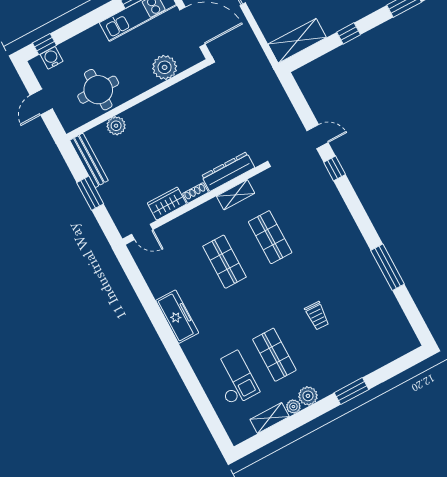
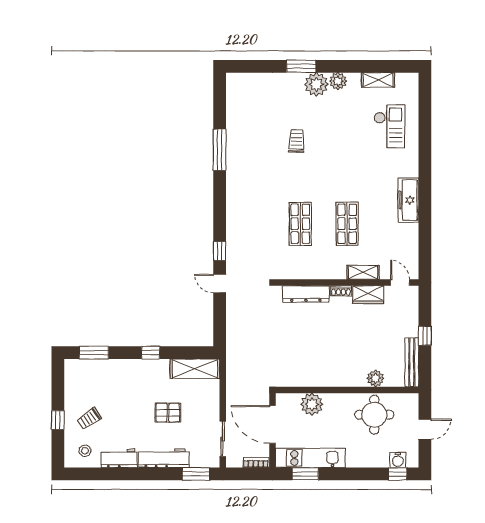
window: (90, 193) -> (425, 336), width x0.67
shelving: (236, 195) -> (363, 272), moved
shop shelf: (274, 355) -> (347, 128), removed
checkout: (234, 379) -> (389, 126), turned 180
plant: (293, 407) -> (316, 84), moved, width x1.88, depth x1.88

